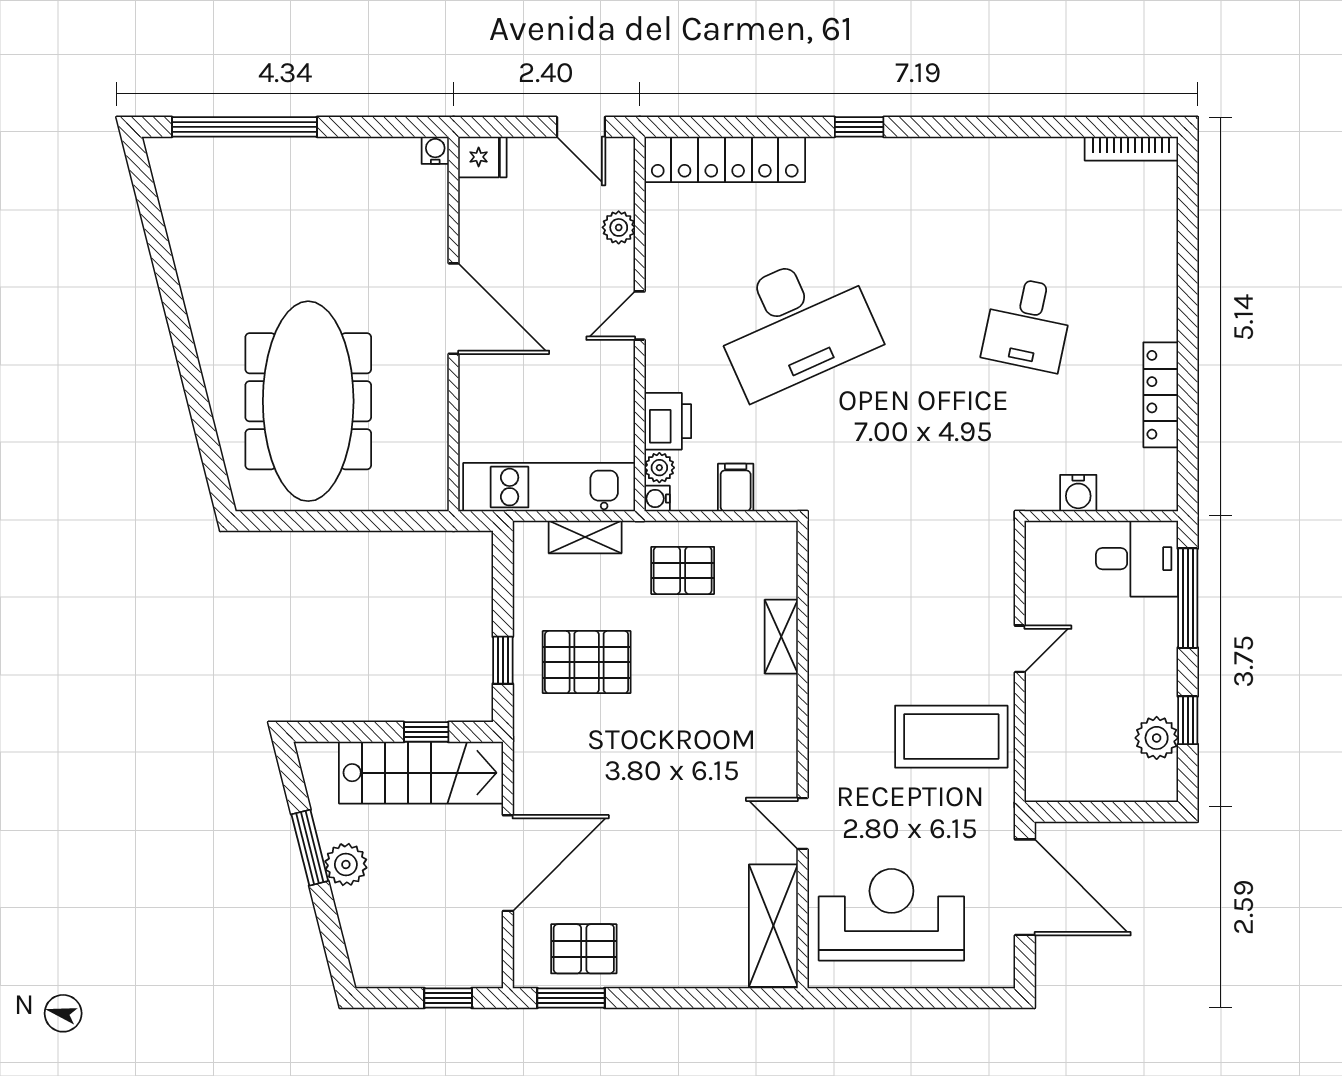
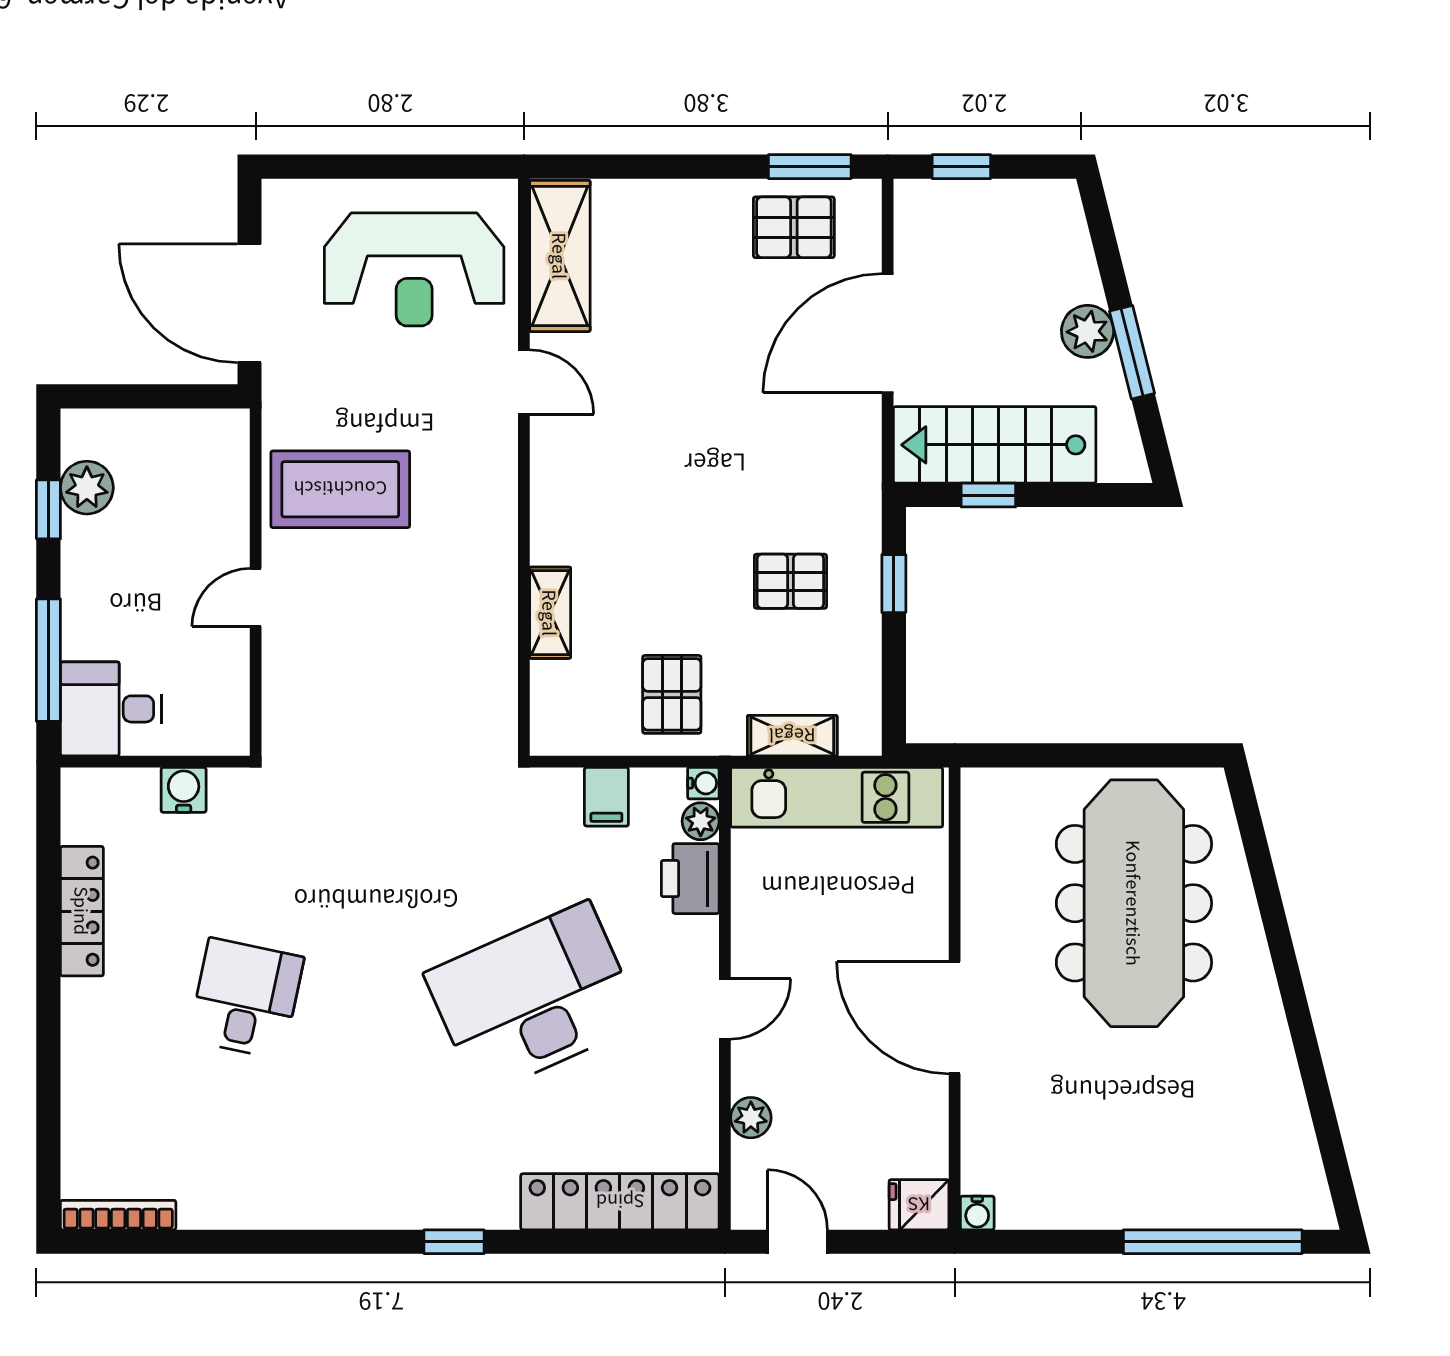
pallet: (683, 570) -> (672, 694), turned 90
pallet: (587, 662) -> (790, 581), width x0.67, depth x0.71

